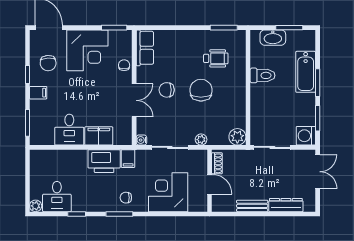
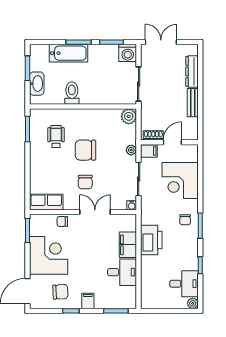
filing cabinet: (128, 159) -> (149, 151), moved

